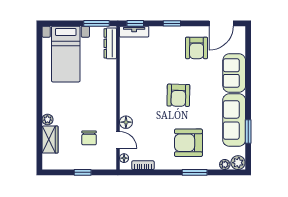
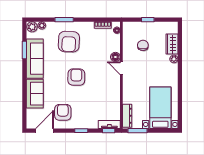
door: (118, 140) -> (121, 68), moved
armchair: (188, 143) -> (69, 42), turned 93

